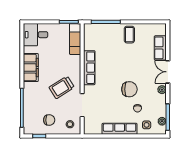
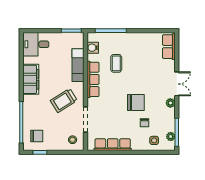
coffee table: (129, 35) -> (116, 63), moved
water cooler: (89, 38) -> (93, 48), added
exam couch: (75, 39) -> (78, 65), moved
row of seats: (160, 48) -> (169, 47), moved
double door: (168, 72) -> (177, 84), swing flipped
chair: (49, 120) -> (37, 136), moved
row of seats: (120, 129) -> (113, 145), moved

